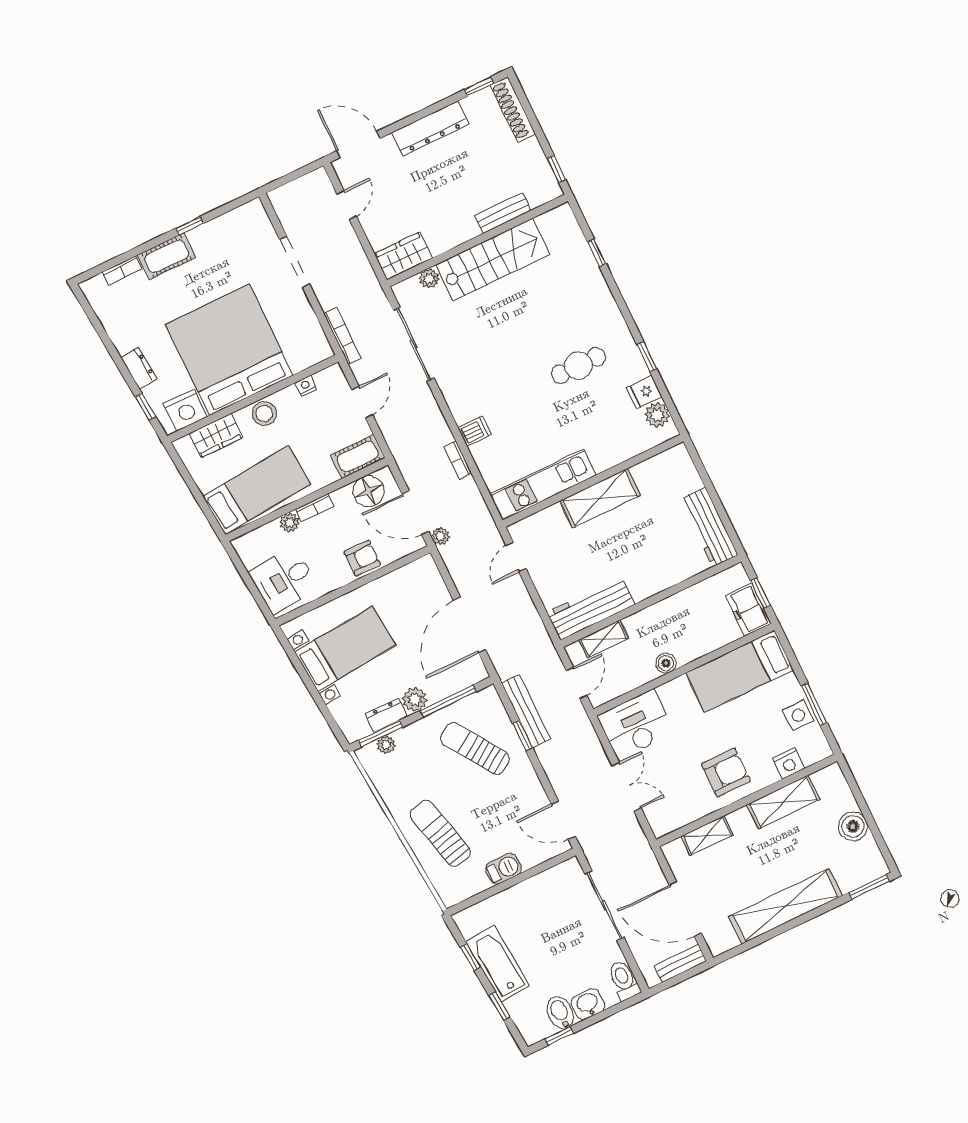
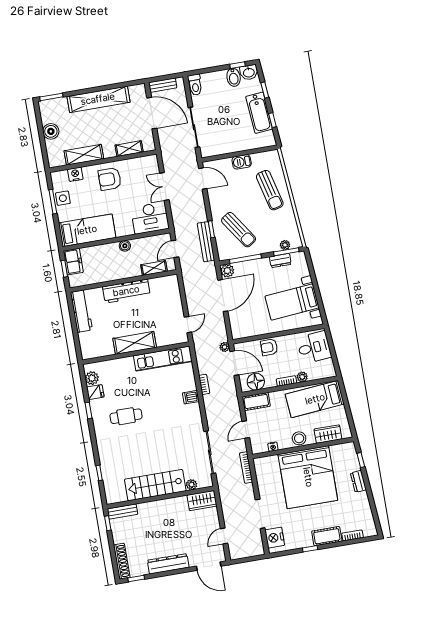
bench: (503, 213) -> (123, 512), moved
nightstand: (186, 410) -> (275, 538), moved, turned -90
workbench: (591, 608) -> (126, 291), moved
plant: (415, 699) -> (227, 271), moved
washbasin: (588, 1004) -> (249, 72), moved

